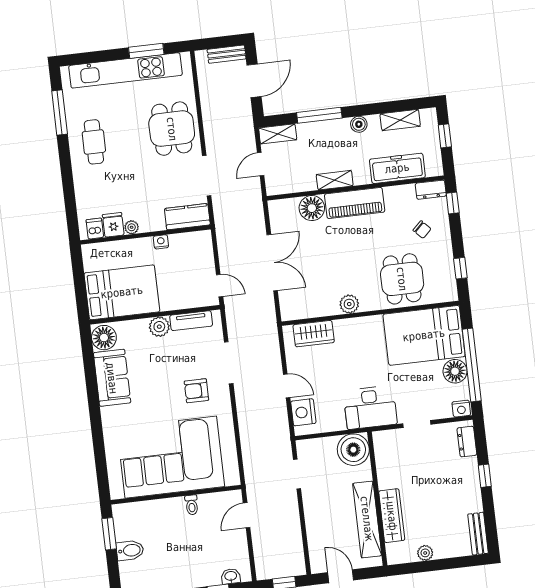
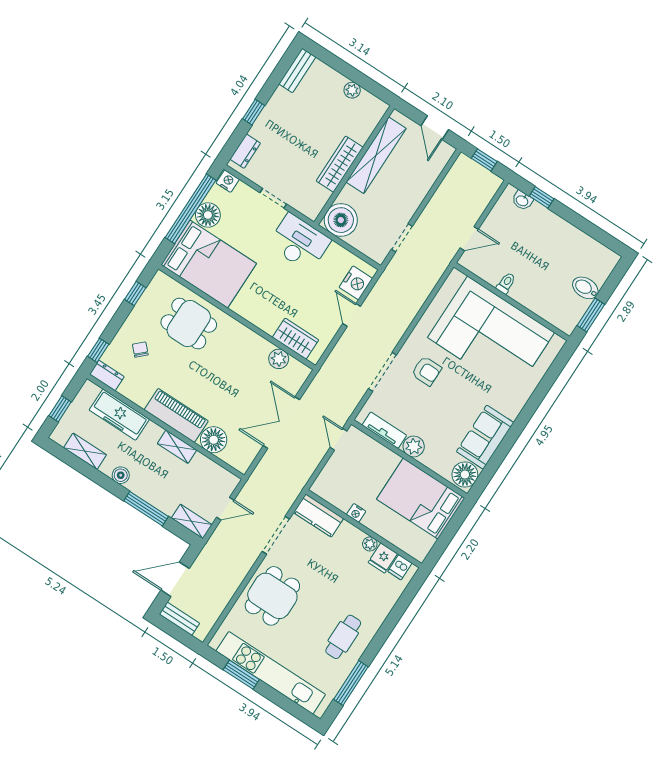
dining table: (402, 279) -> (189, 324), turned 90
plant: (349, 304) -> (279, 359), moved
wardrobe: (392, 516) -> (340, 164), moved

